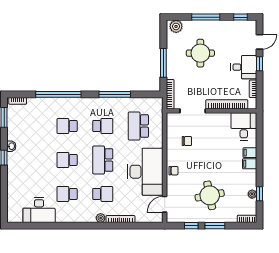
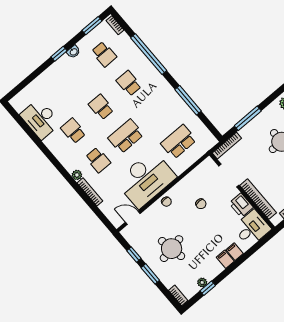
printer: (221, 120) -> (241, 205), added
school desk: (103, 126) -> (104, 54), moved
chair: (187, 141) -> (201, 204), moved

